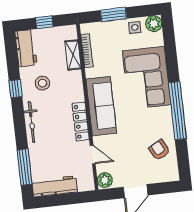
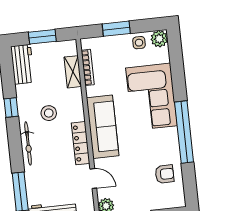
window: (44, 22) -> (42, 37), width x1.50
stool: (42, 83) -> (49, 113), moved
armchair: (159, 150) -> (165, 174), turned 119

